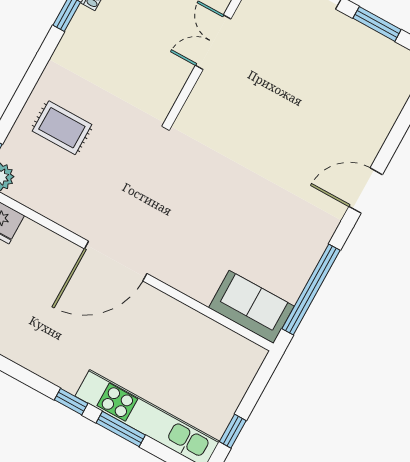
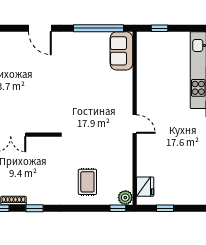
door: (116, 261) -> (135, 124), width x0.53
window: (233, 431) -> (159, 28), moved

